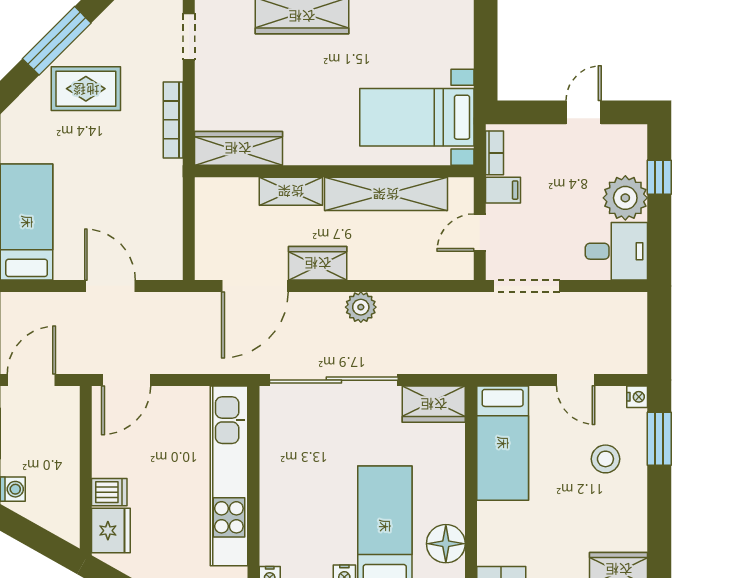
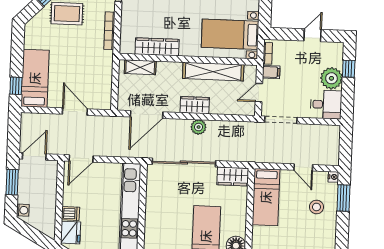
wardrobe: (238, 148) -> (157, 47), moved
shelving: (291, 191) -> (140, 67), moved
wardrobe: (318, 263) -> (195, 105), moved

